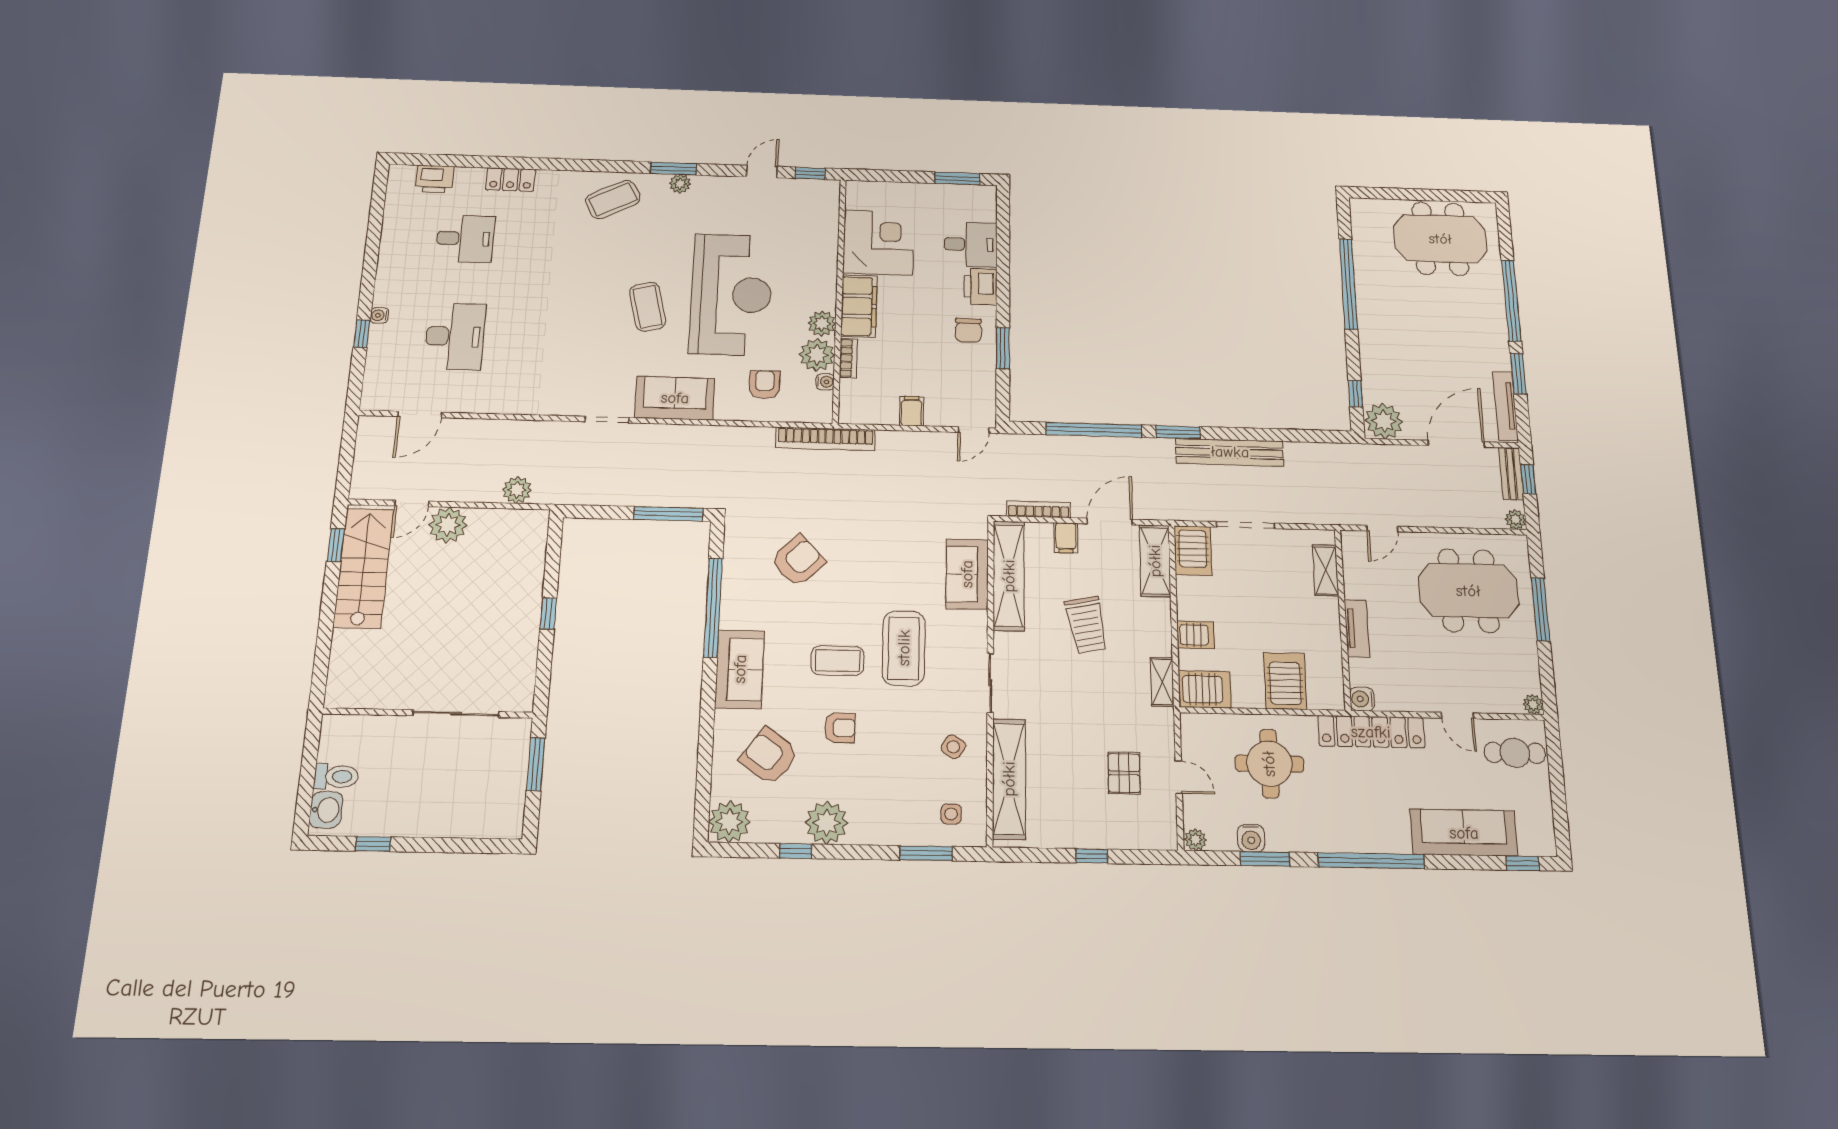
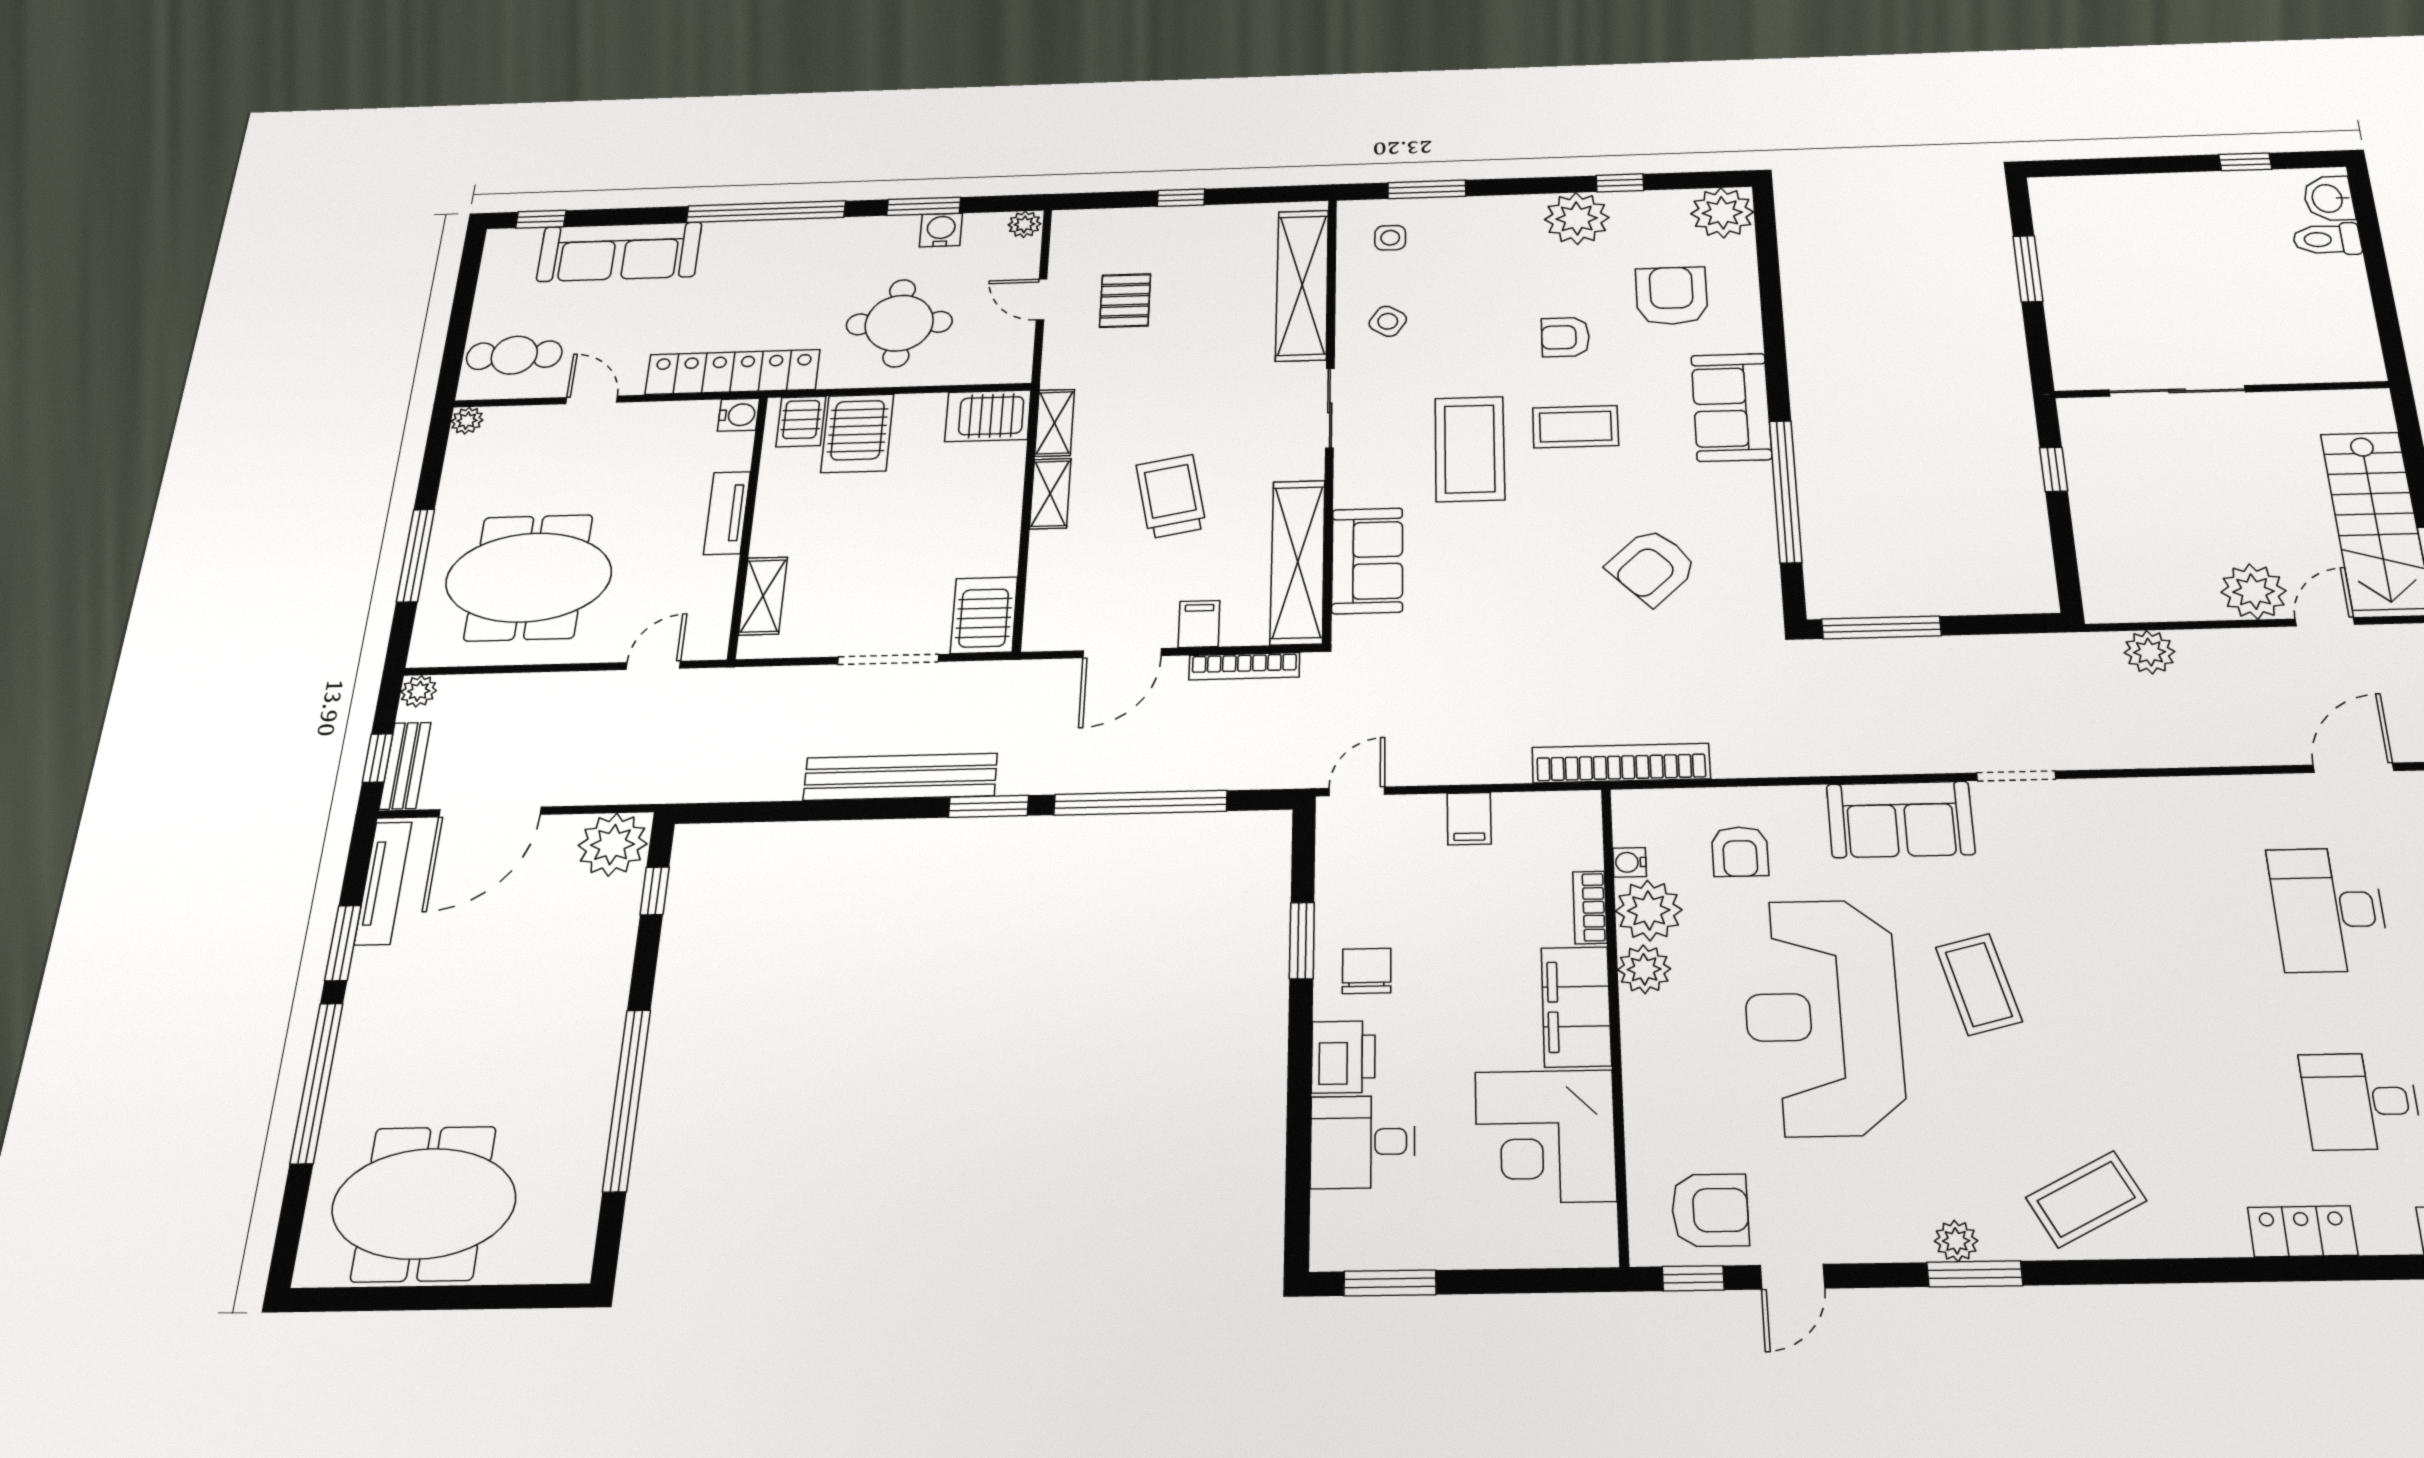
armchair: (799, 204) -> (1710, 1210), added
shelving: (1155, 561) -> (1050, 494), moved, width x0.67, depth x0.75
server rack: (1195, 635) -> (801, 421), moved, turned -90
wall: (428, 713) -> (2221, 390), moved
sliding door: (456, 714) -> (2177, 391), moved
armchair: (769, 756) -> (1672, 296), turned -126

